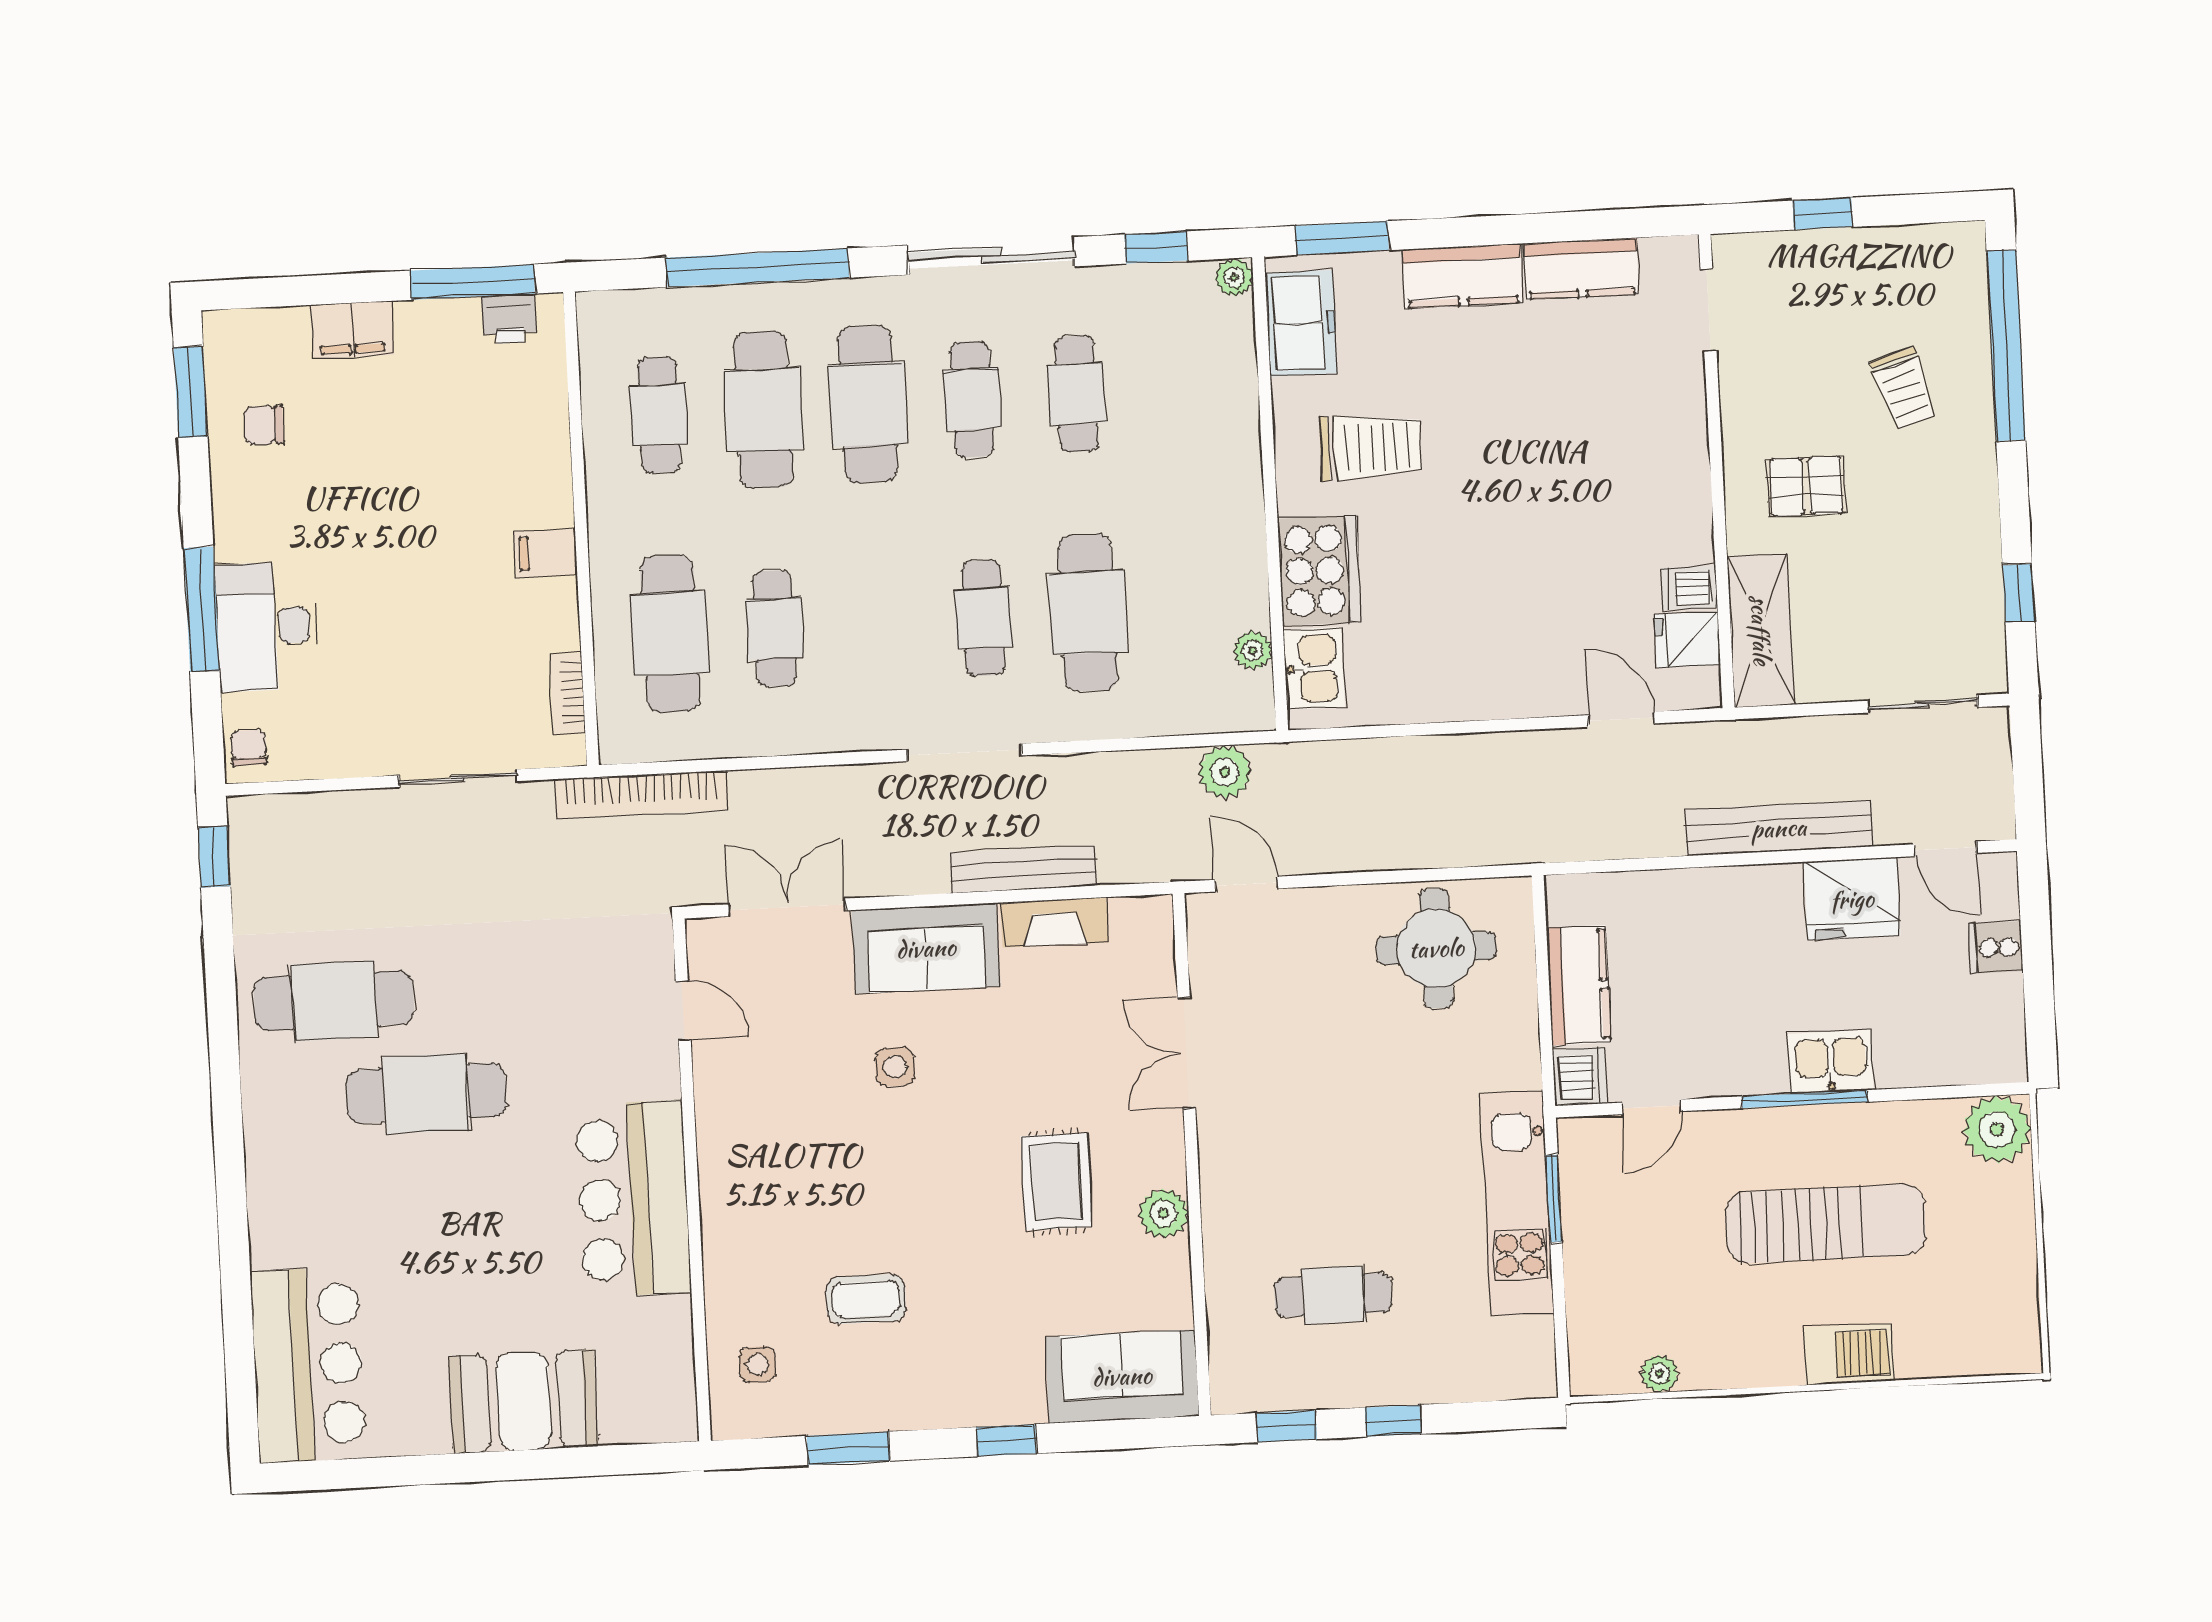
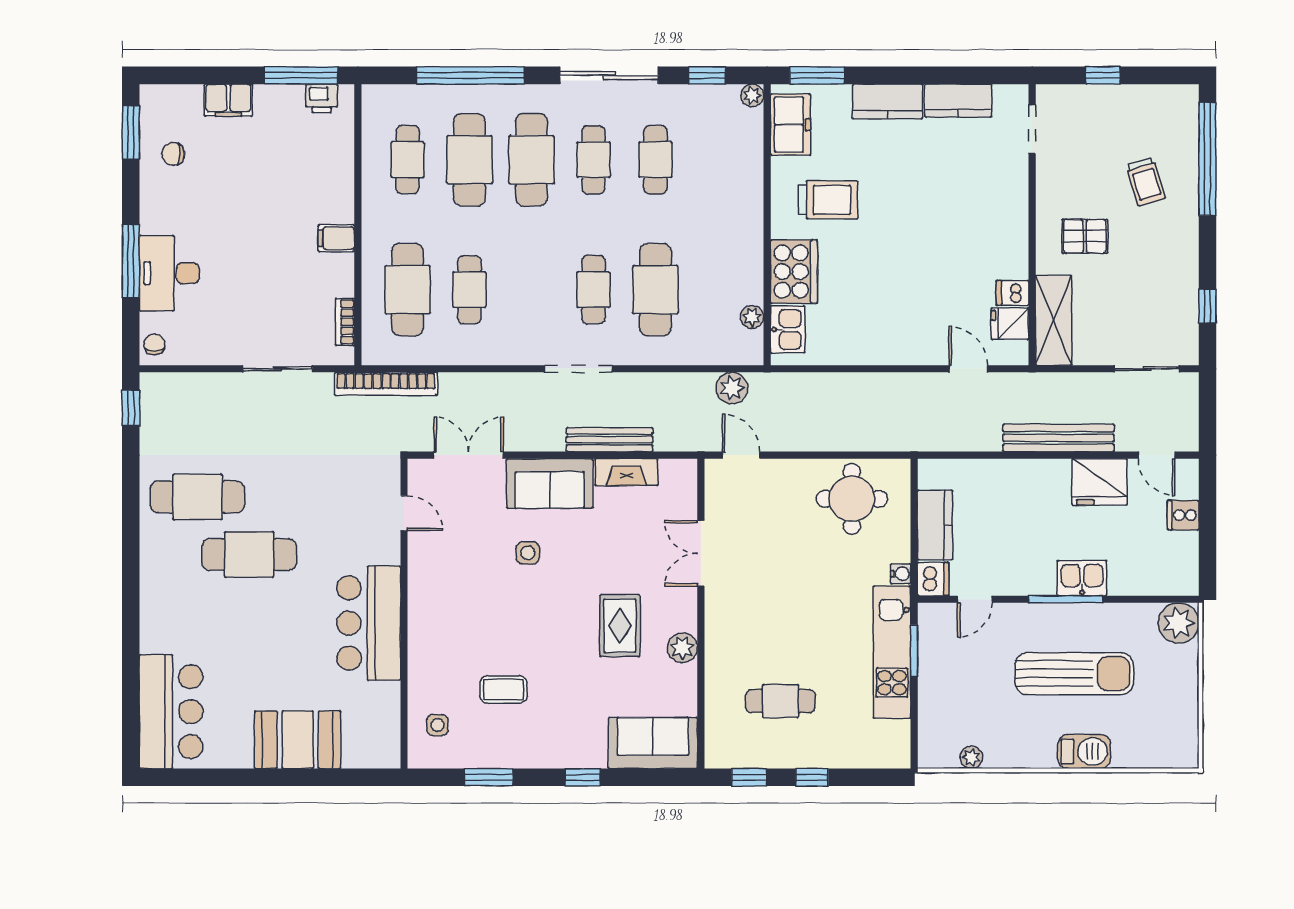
water cooler: (1525, 1070) -> (901, 574), added

